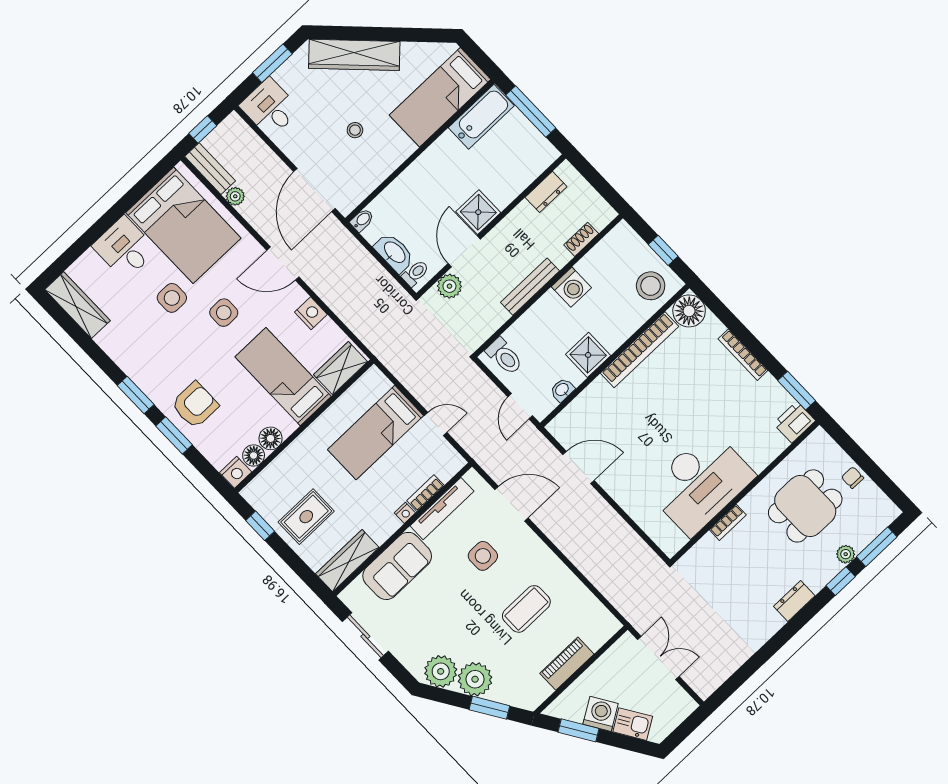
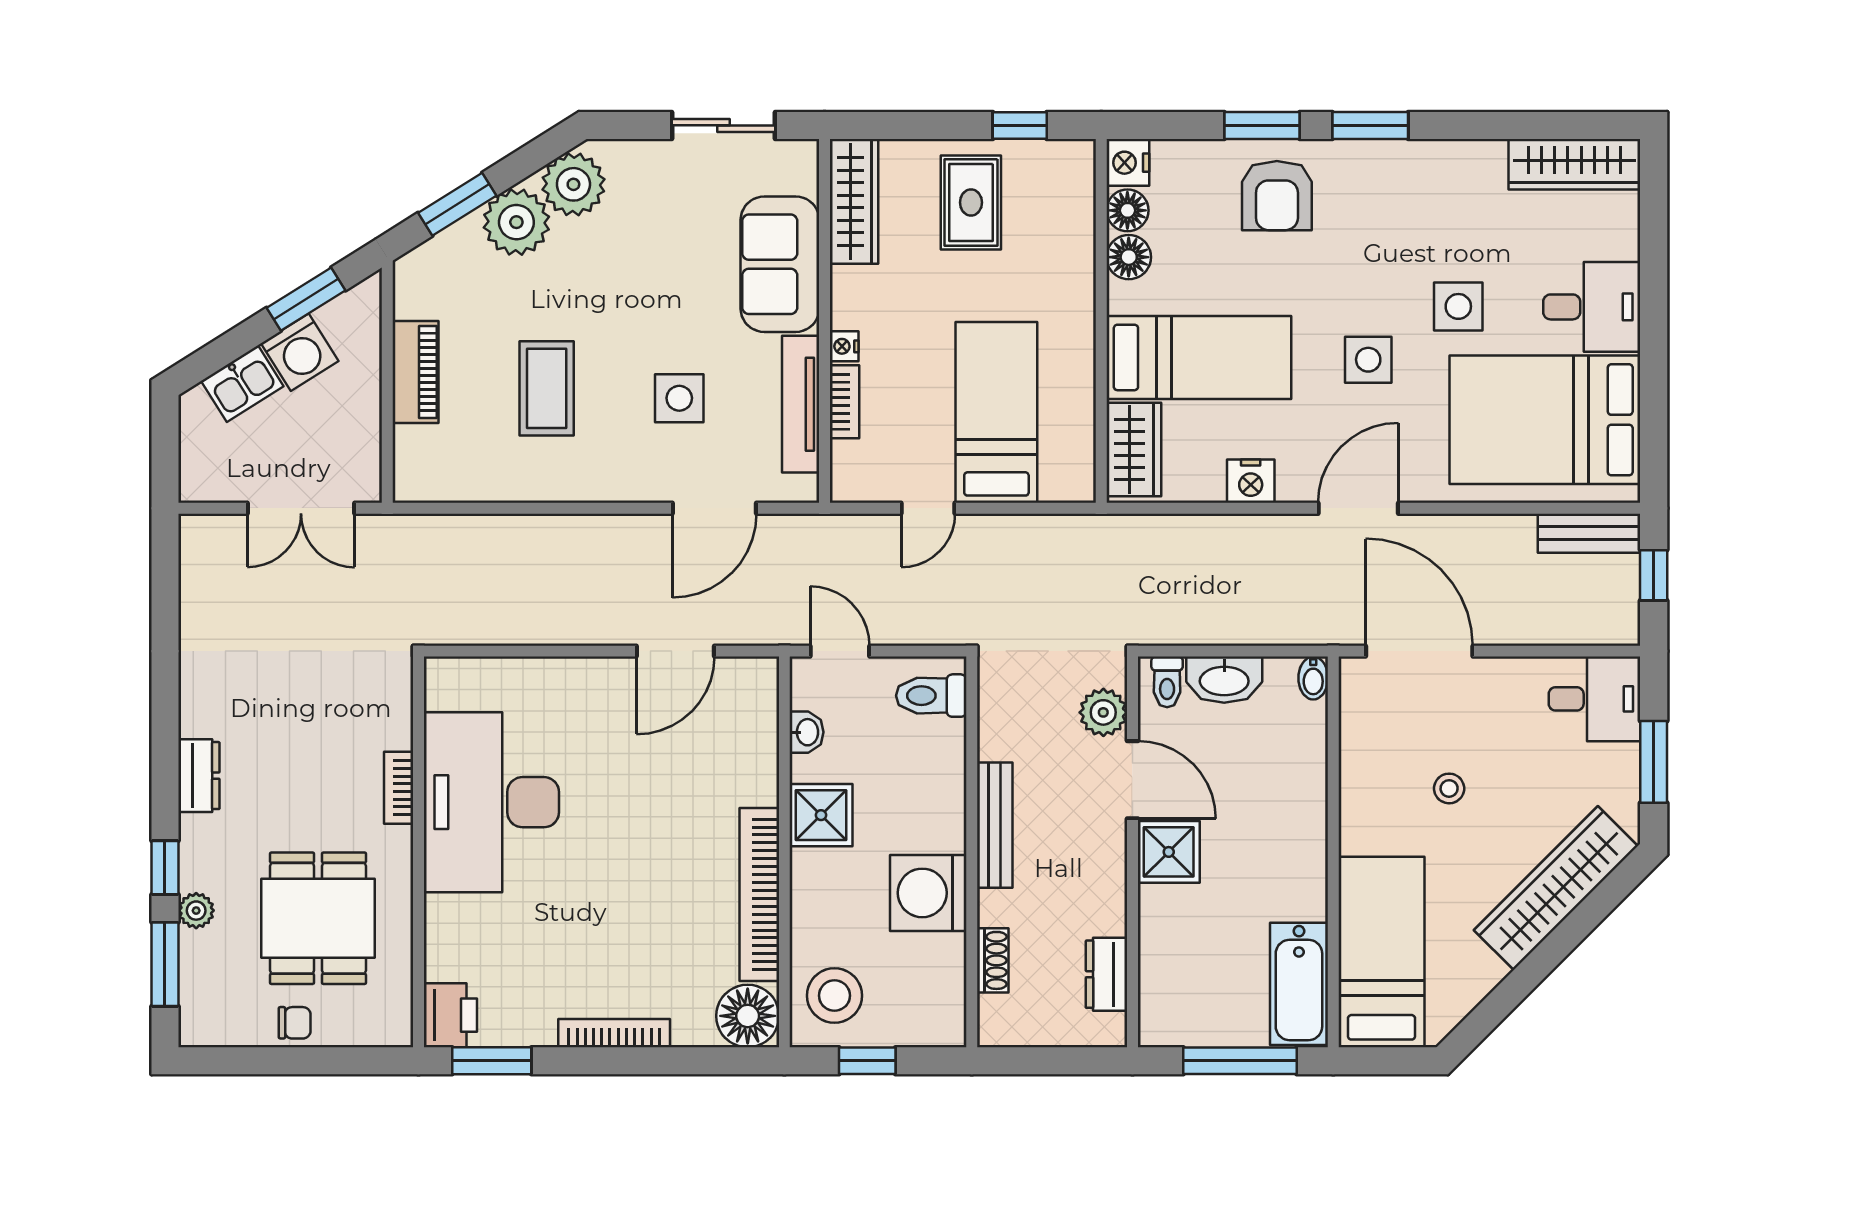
plant: (235, 196) -> (1516, 532), removed
washing machine: (571, 287) -> (928, 893), width x1.37, depth x1.37

